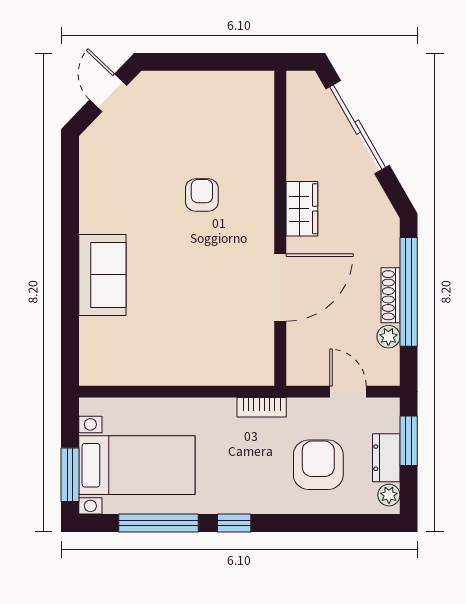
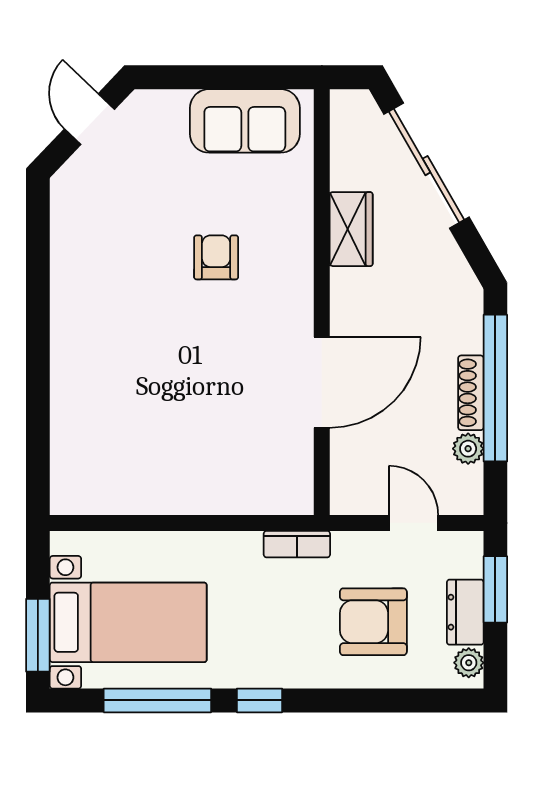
wardrobe: (302, 209) -> (351, 229), moved
sofa: (102, 275) -> (245, 121), moved, turned 90
armchair: (318, 465) -> (373, 622), turned -90

